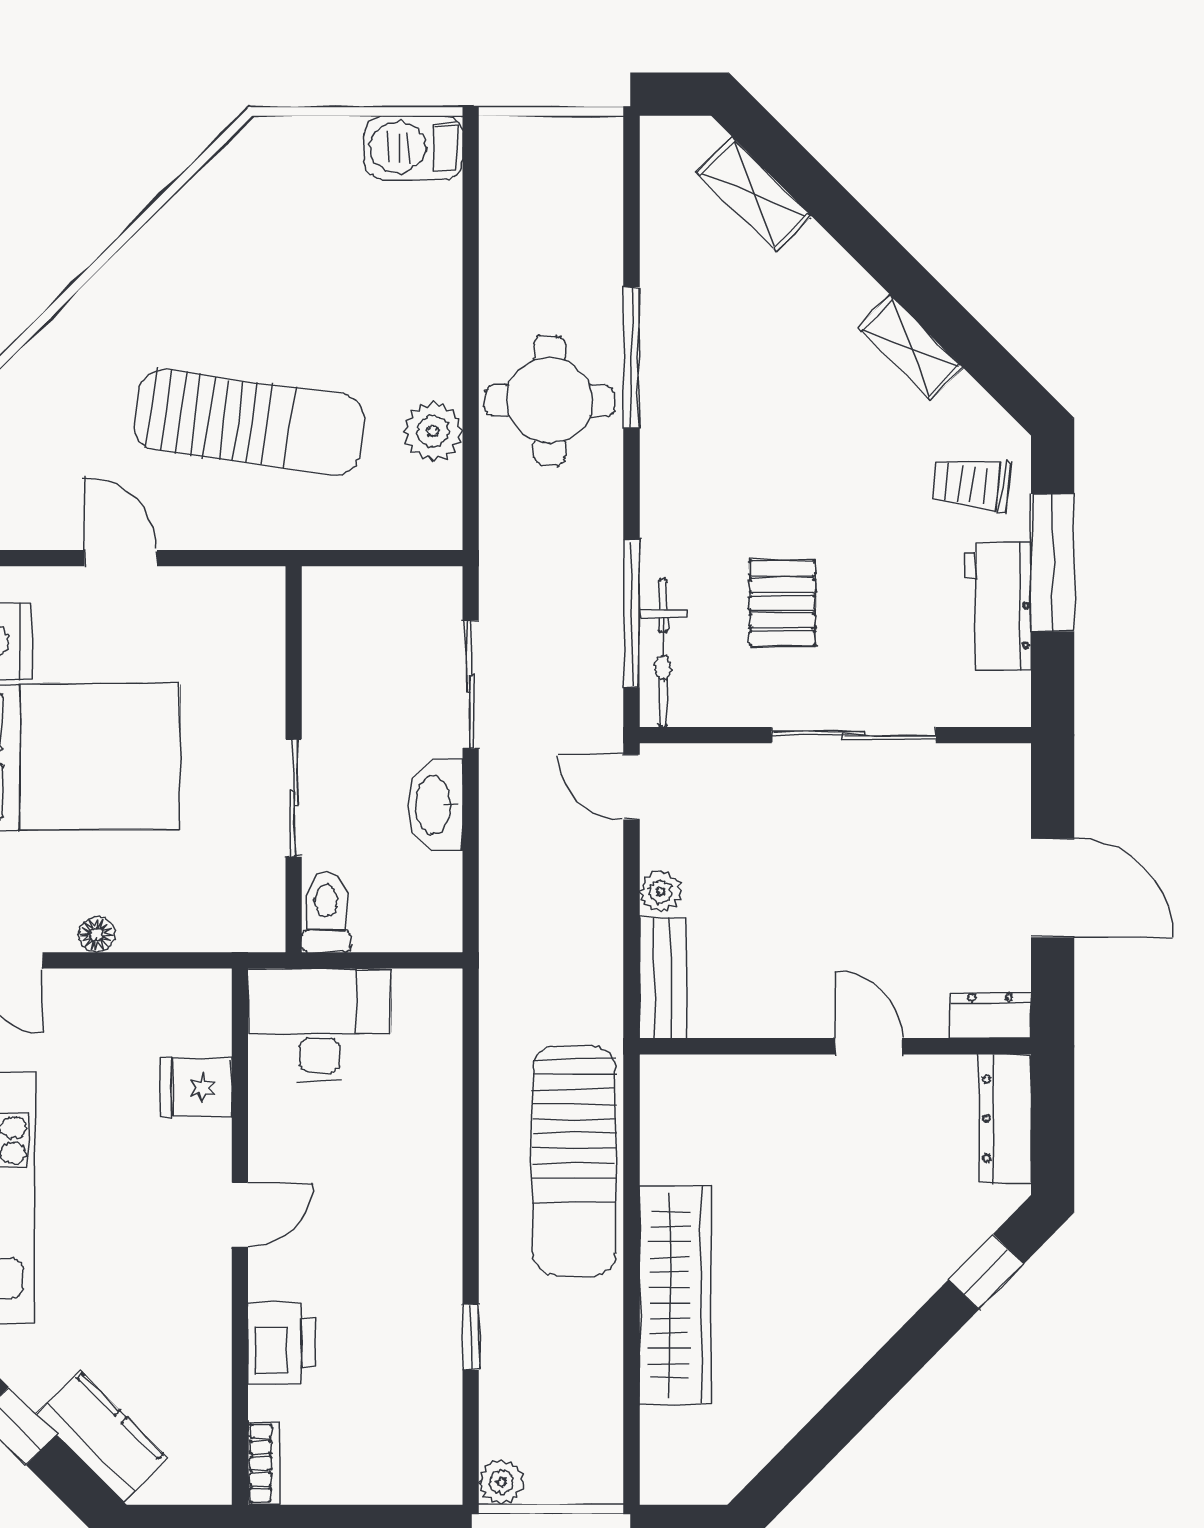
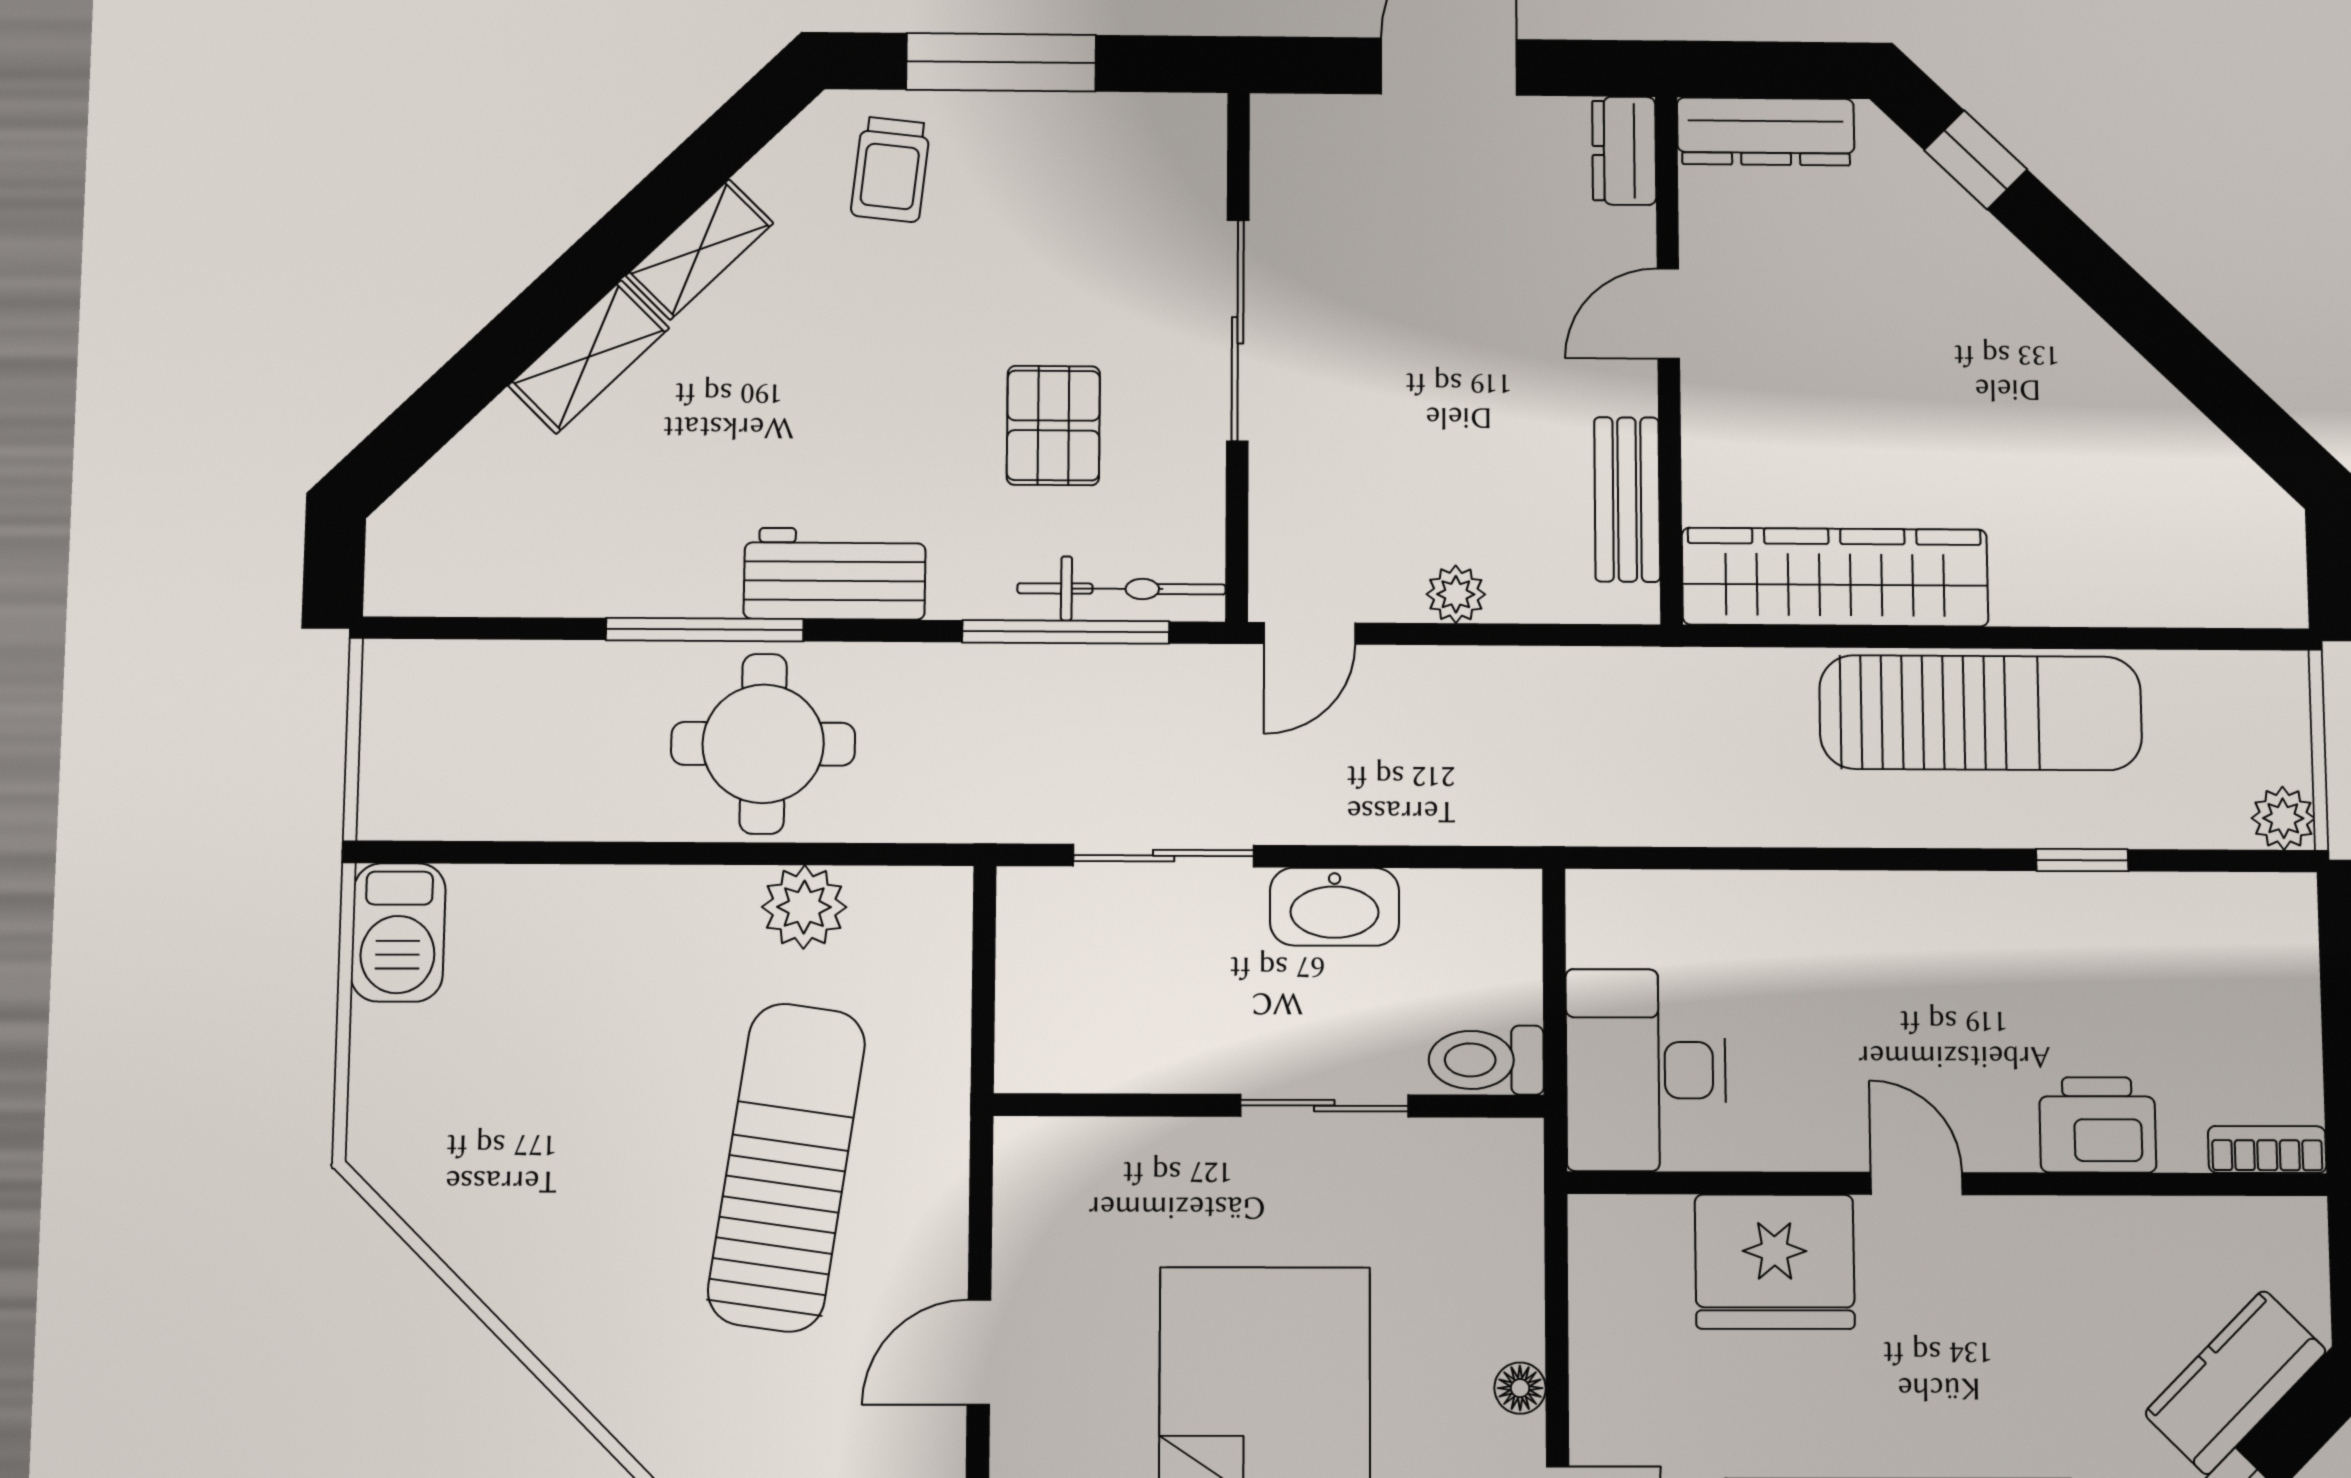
shelving: (754, 194) -> (589, 357), moved
pallet: (782, 603) -> (1053, 425), turned 90
workbench: (998, 606) -> (835, 574), moved, turned 180
bench: (663, 978) -> (1627, 499), moved, turned 90
fridge: (197, 1088) -> (1775, 1262), width x1.88, depth x1.34
sun lounger: (574, 1160) -> (1981, 713), moved
wardrobe: (675, 1295) -> (1835, 577), moved

